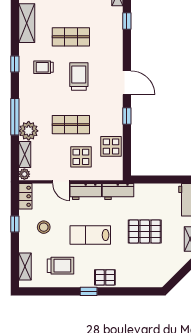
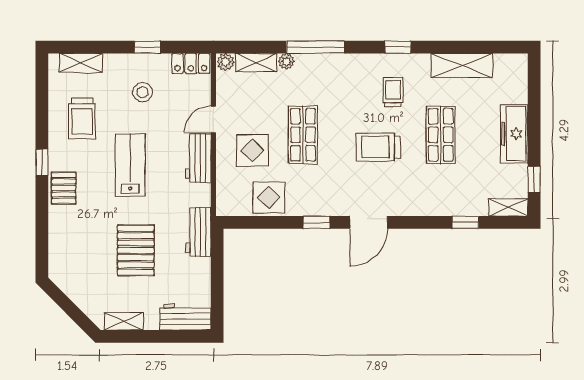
trolley: (79, 77) -> (378, 147), turned 180
plant: (29, 131) -> (286, 61), width x0.53, depth x0.53
workbench: (118, 192) -> (198, 232), moved

